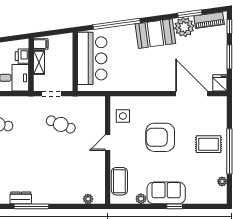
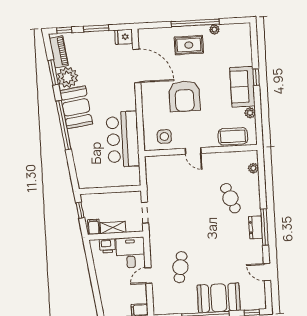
window: (117, 24) -> (63, 125), moved
window: (57, 32) -> (80, 210), added
bar counter: (92, 58) -> (123, 139), moved, turned -90
door: (192, 94) -> (137, 66), swing flipped
cafe table: (61, 124) -> (230, 198), moved, turned -42
rug: (209, 144) -> (189, 45), turned 90
plant: (222, 181) -> (214, 29), moved
dresser: (21, 198) -> (256, 227), moved

